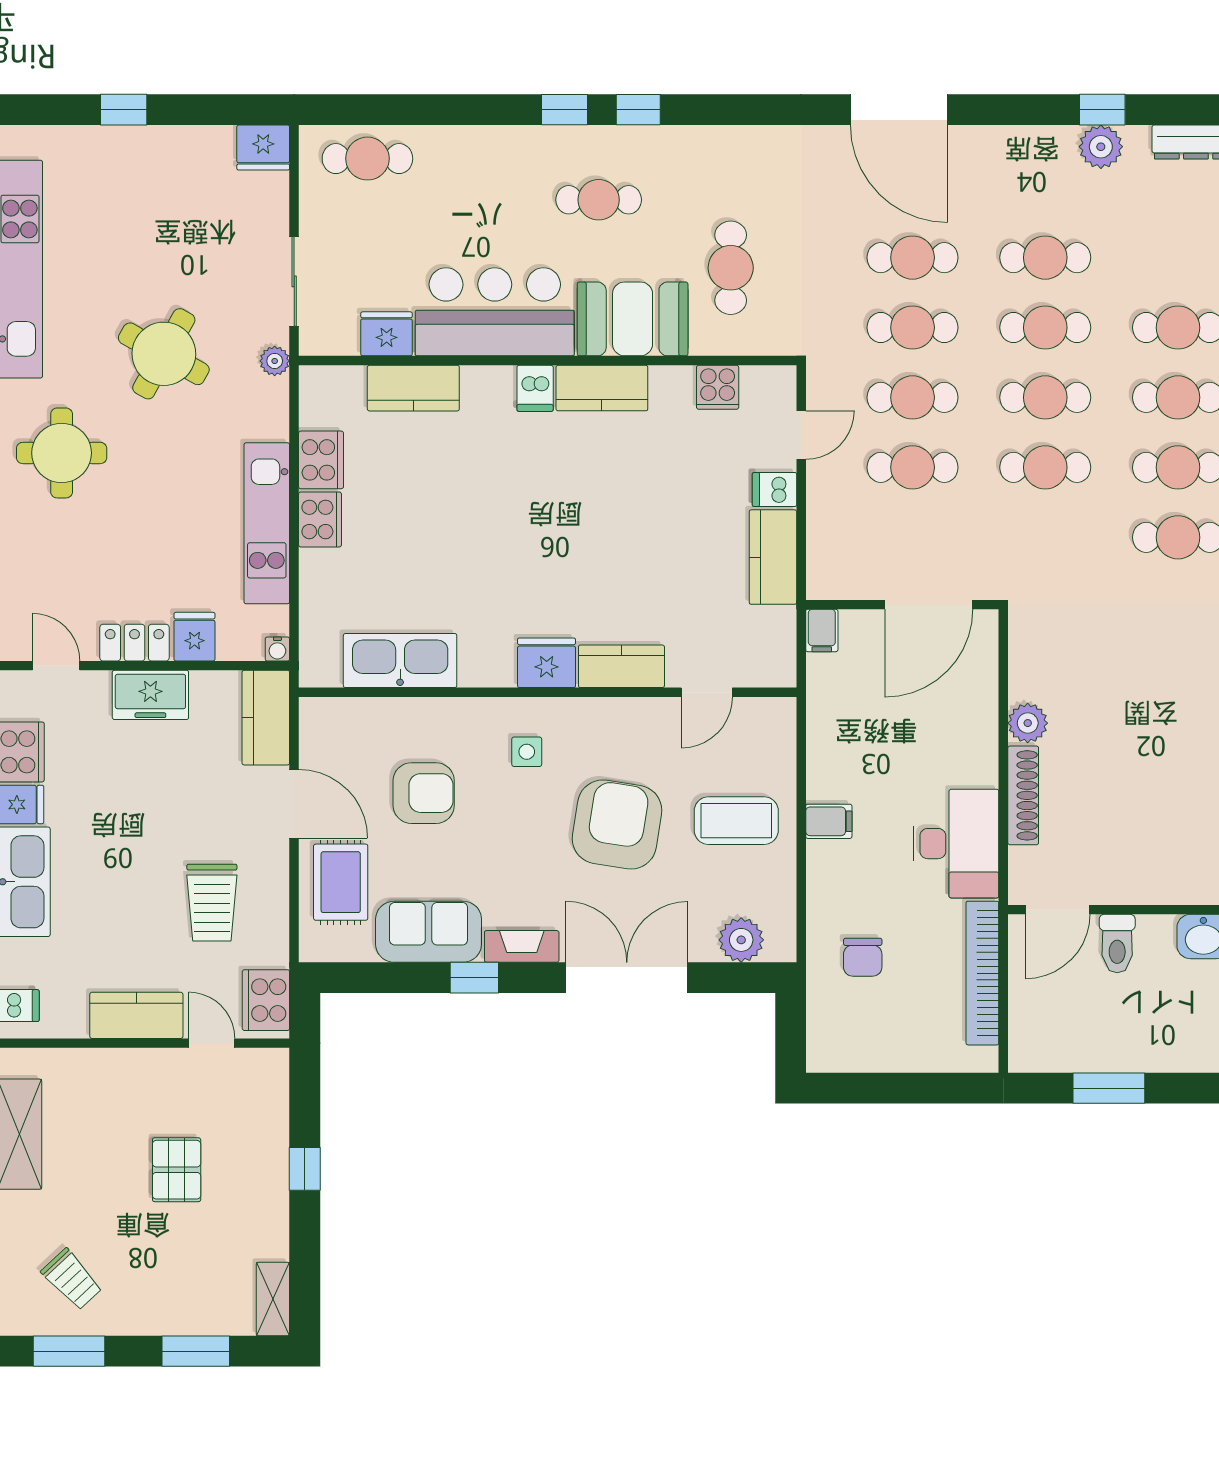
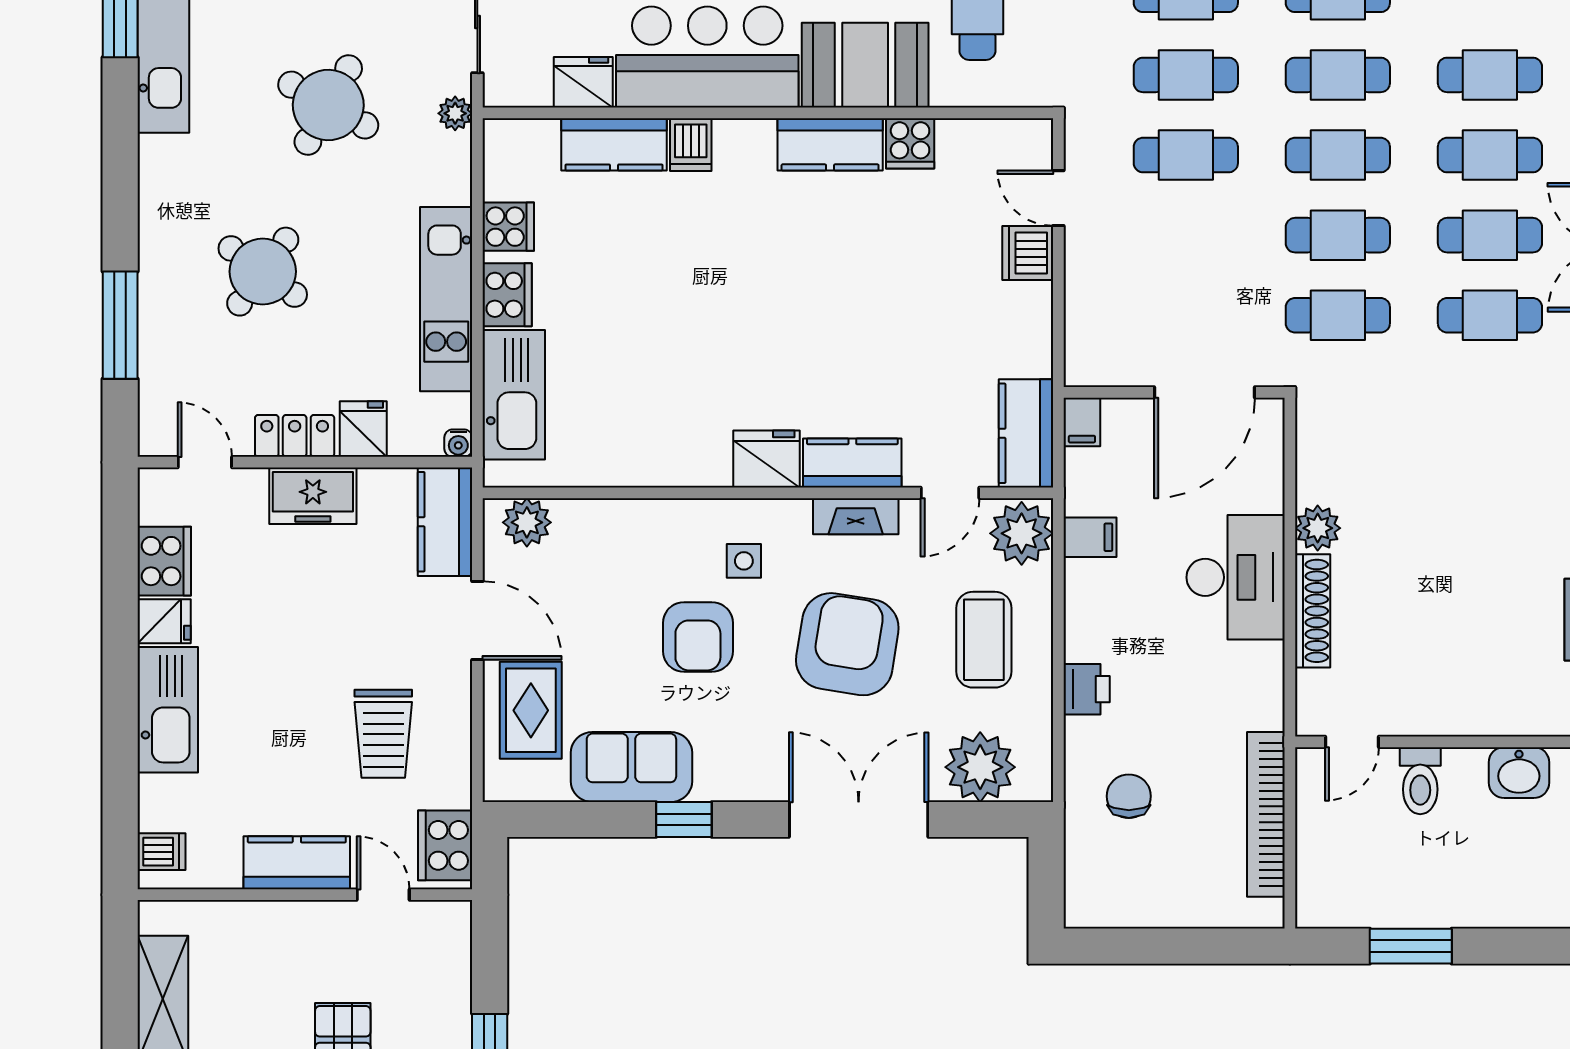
cooker: (718, 387) -> (910, 143), moved
dishwasher: (535, 388) -> (691, 145), moved
door: (801, 435) -> (1058, 198), swing flipped
round table: (62, 453) -> (263, 272), moved, turned 36
cooker: (321, 460) -> (508, 227), width x0.73
cafe table: (913, 467) -> (1338, 315), moved
dishwasher: (774, 489) -> (1028, 253), width x1.38
kitchen counter: (773, 557) -> (1026, 433), moved
kitchen sink: (400, 661) -> (514, 395), moved, turned 90
plant: (337, 718) -> (527, 522), added
plant: (769, 728) -> (1022, 533), added
armchair: (424, 793) -> (698, 637), moved, turned 90
coffee table: (736, 821) -> (984, 640), turned 90
filing cabinet: (829, 821) -> (1090, 537), moved
desk: (956, 844) -> (1236, 577), moved
printer: (826, 864) -> (1087, 689), added
door: (1058, 910) -> (1352, 742), width x0.73
plant: (741, 940) -> (980, 767), width x1.36, depth x1.36
fireplace: (522, 946) -> (856, 516), moved, turned 180
chair: (863, 957) -> (1129, 796), turned 180

